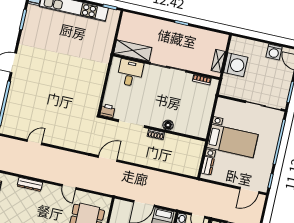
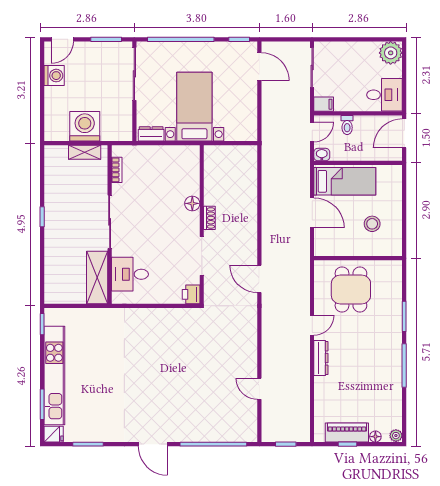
dresser: (208, 166) -> (151, 134), moved
dresser: (30, 184) -> (321, 358), moved

